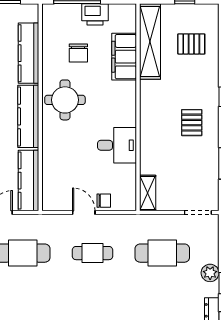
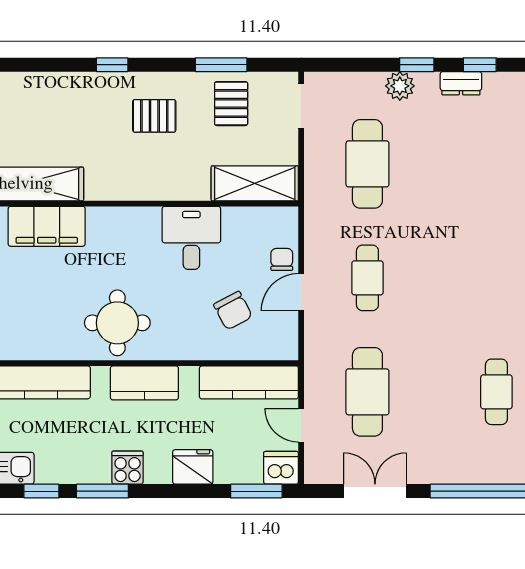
pallet: (191, 44) -> (231, 104), moved
chair: (78, 53) -> (233, 311), moved, turned 62
kitchen counter: (28, 116) -> (144, 383), width x0.67
shelving: (148, 193) -> (255, 183), width x1.50, depth x1.33

